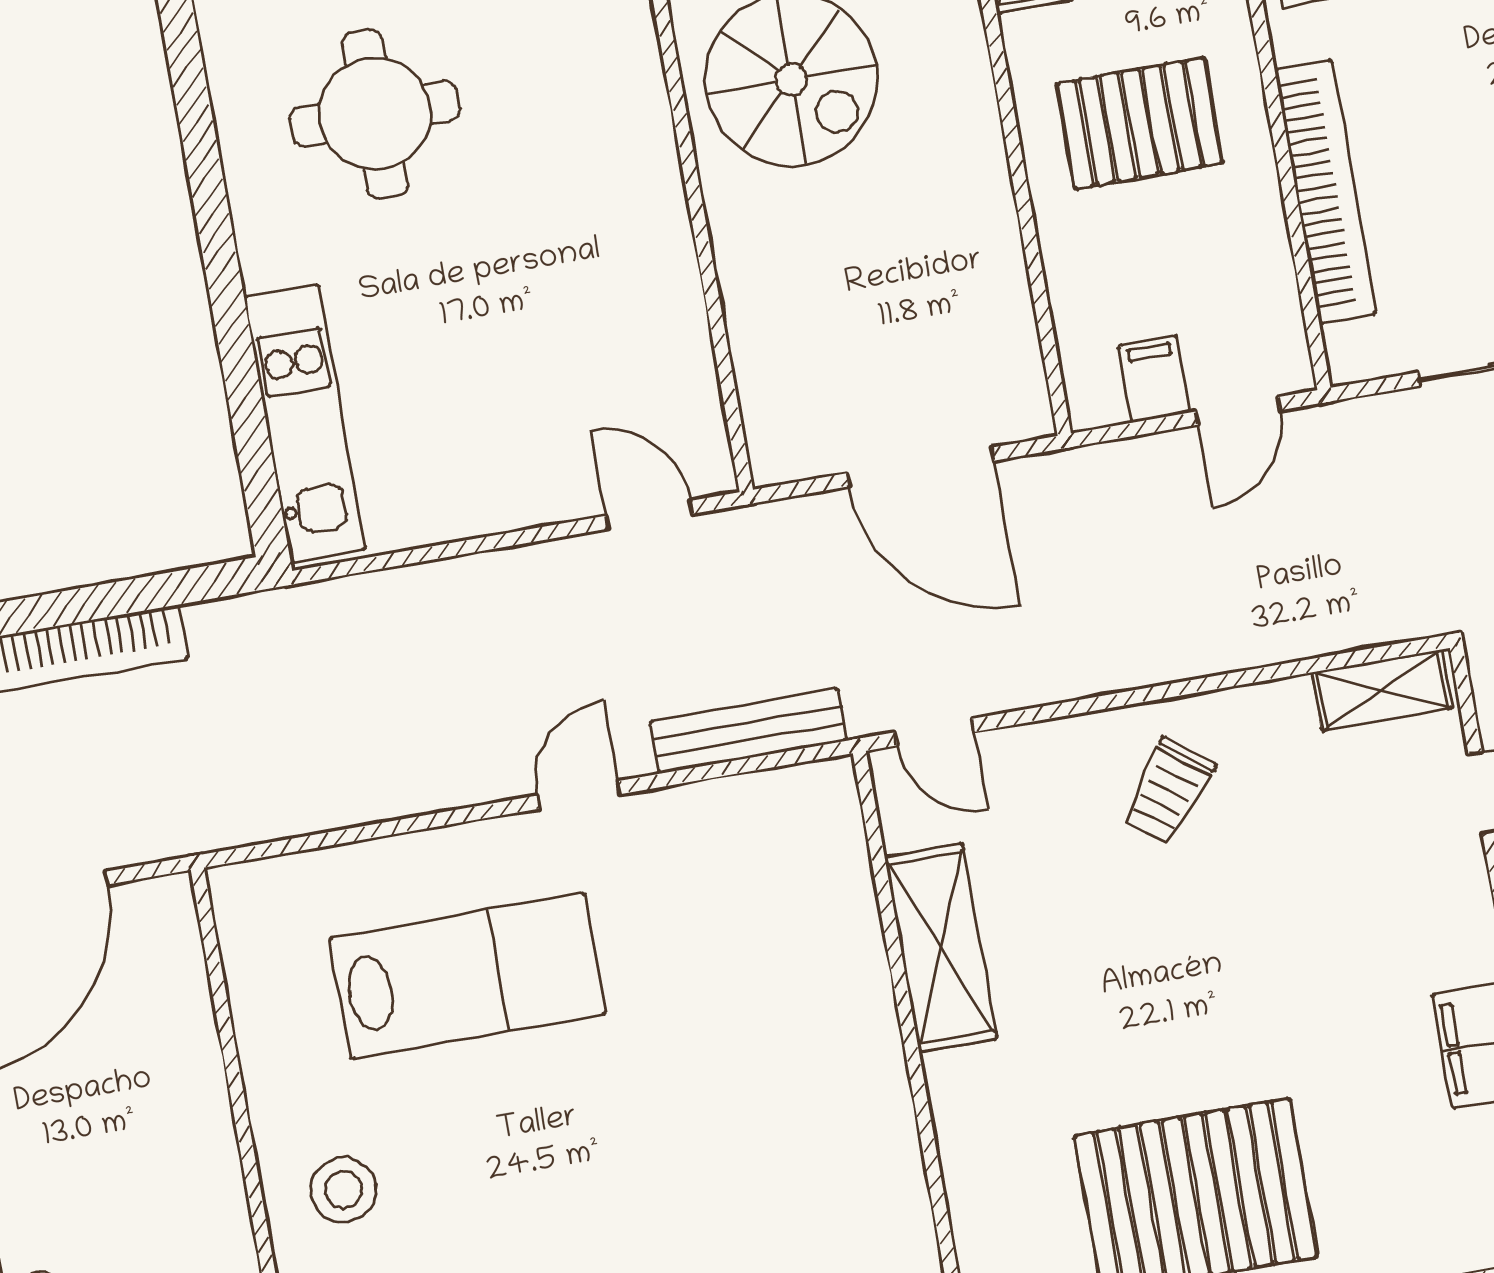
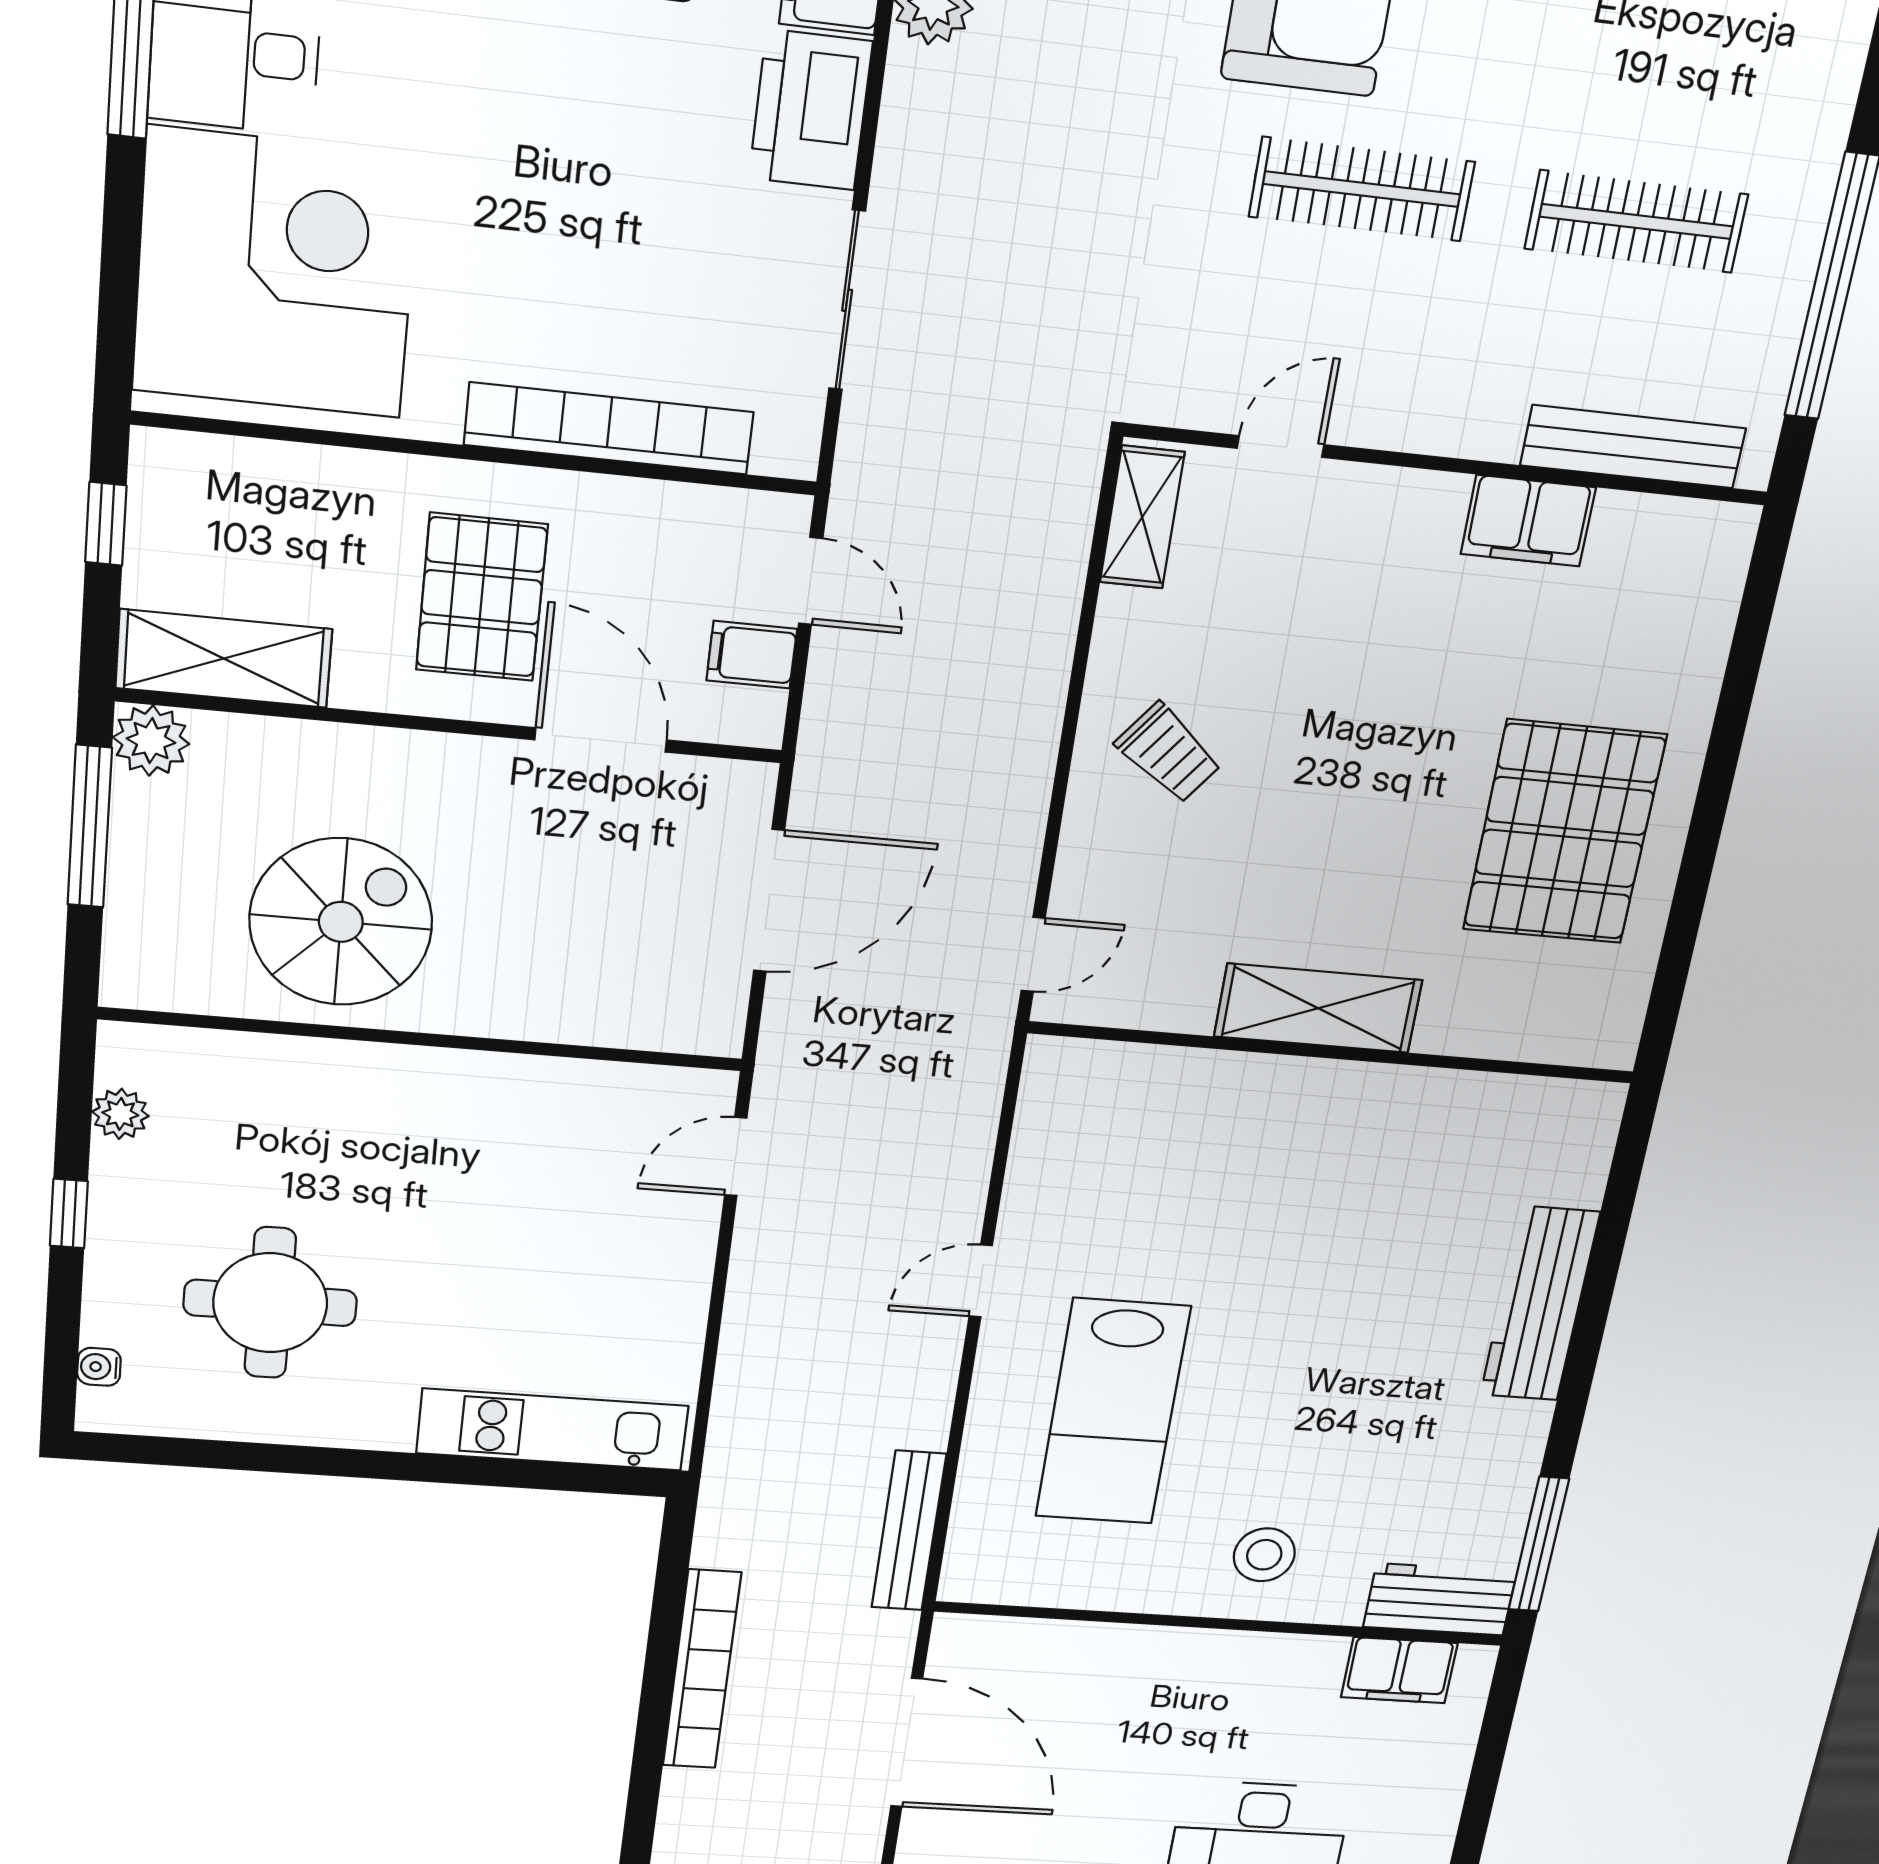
door: (1035, 267) -> (601, 740), added
bench: (748, 731) -> (909, 1531), moved
door: (579, 795) -> (981, 1281), hinge flipped
shelving: (941, 948) -> (1318, 1008), moved
lab bench: (468, 976) -> (1113, 1412), turned 180

